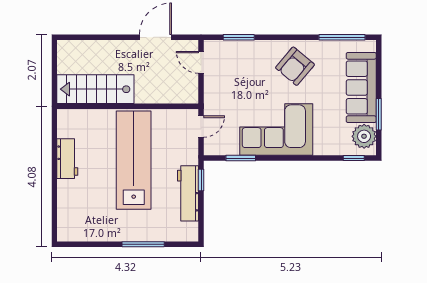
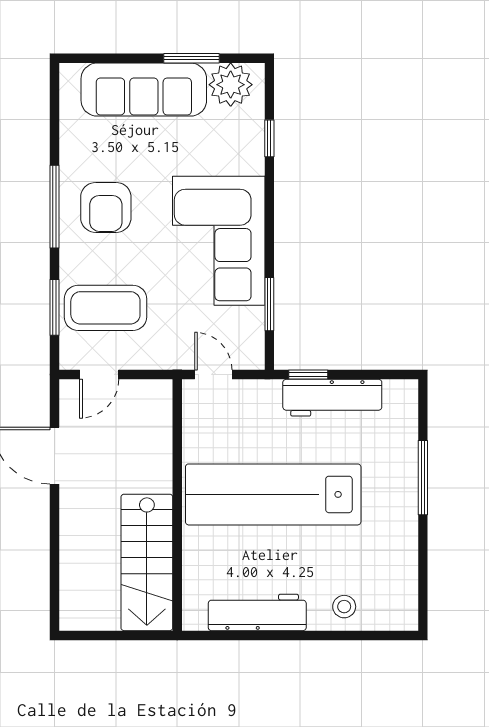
window: (342, 37) -> (55, 207), moved
coffee table: (239, 66) -> (105, 308), added
armchair: (295, 66) -> (106, 207), turned 50
window: (354, 158) -> (269, 138), moved
workbench: (67, 159) -> (257, 612), width x1.38
stool: (71, 200) -> (344, 607), added

